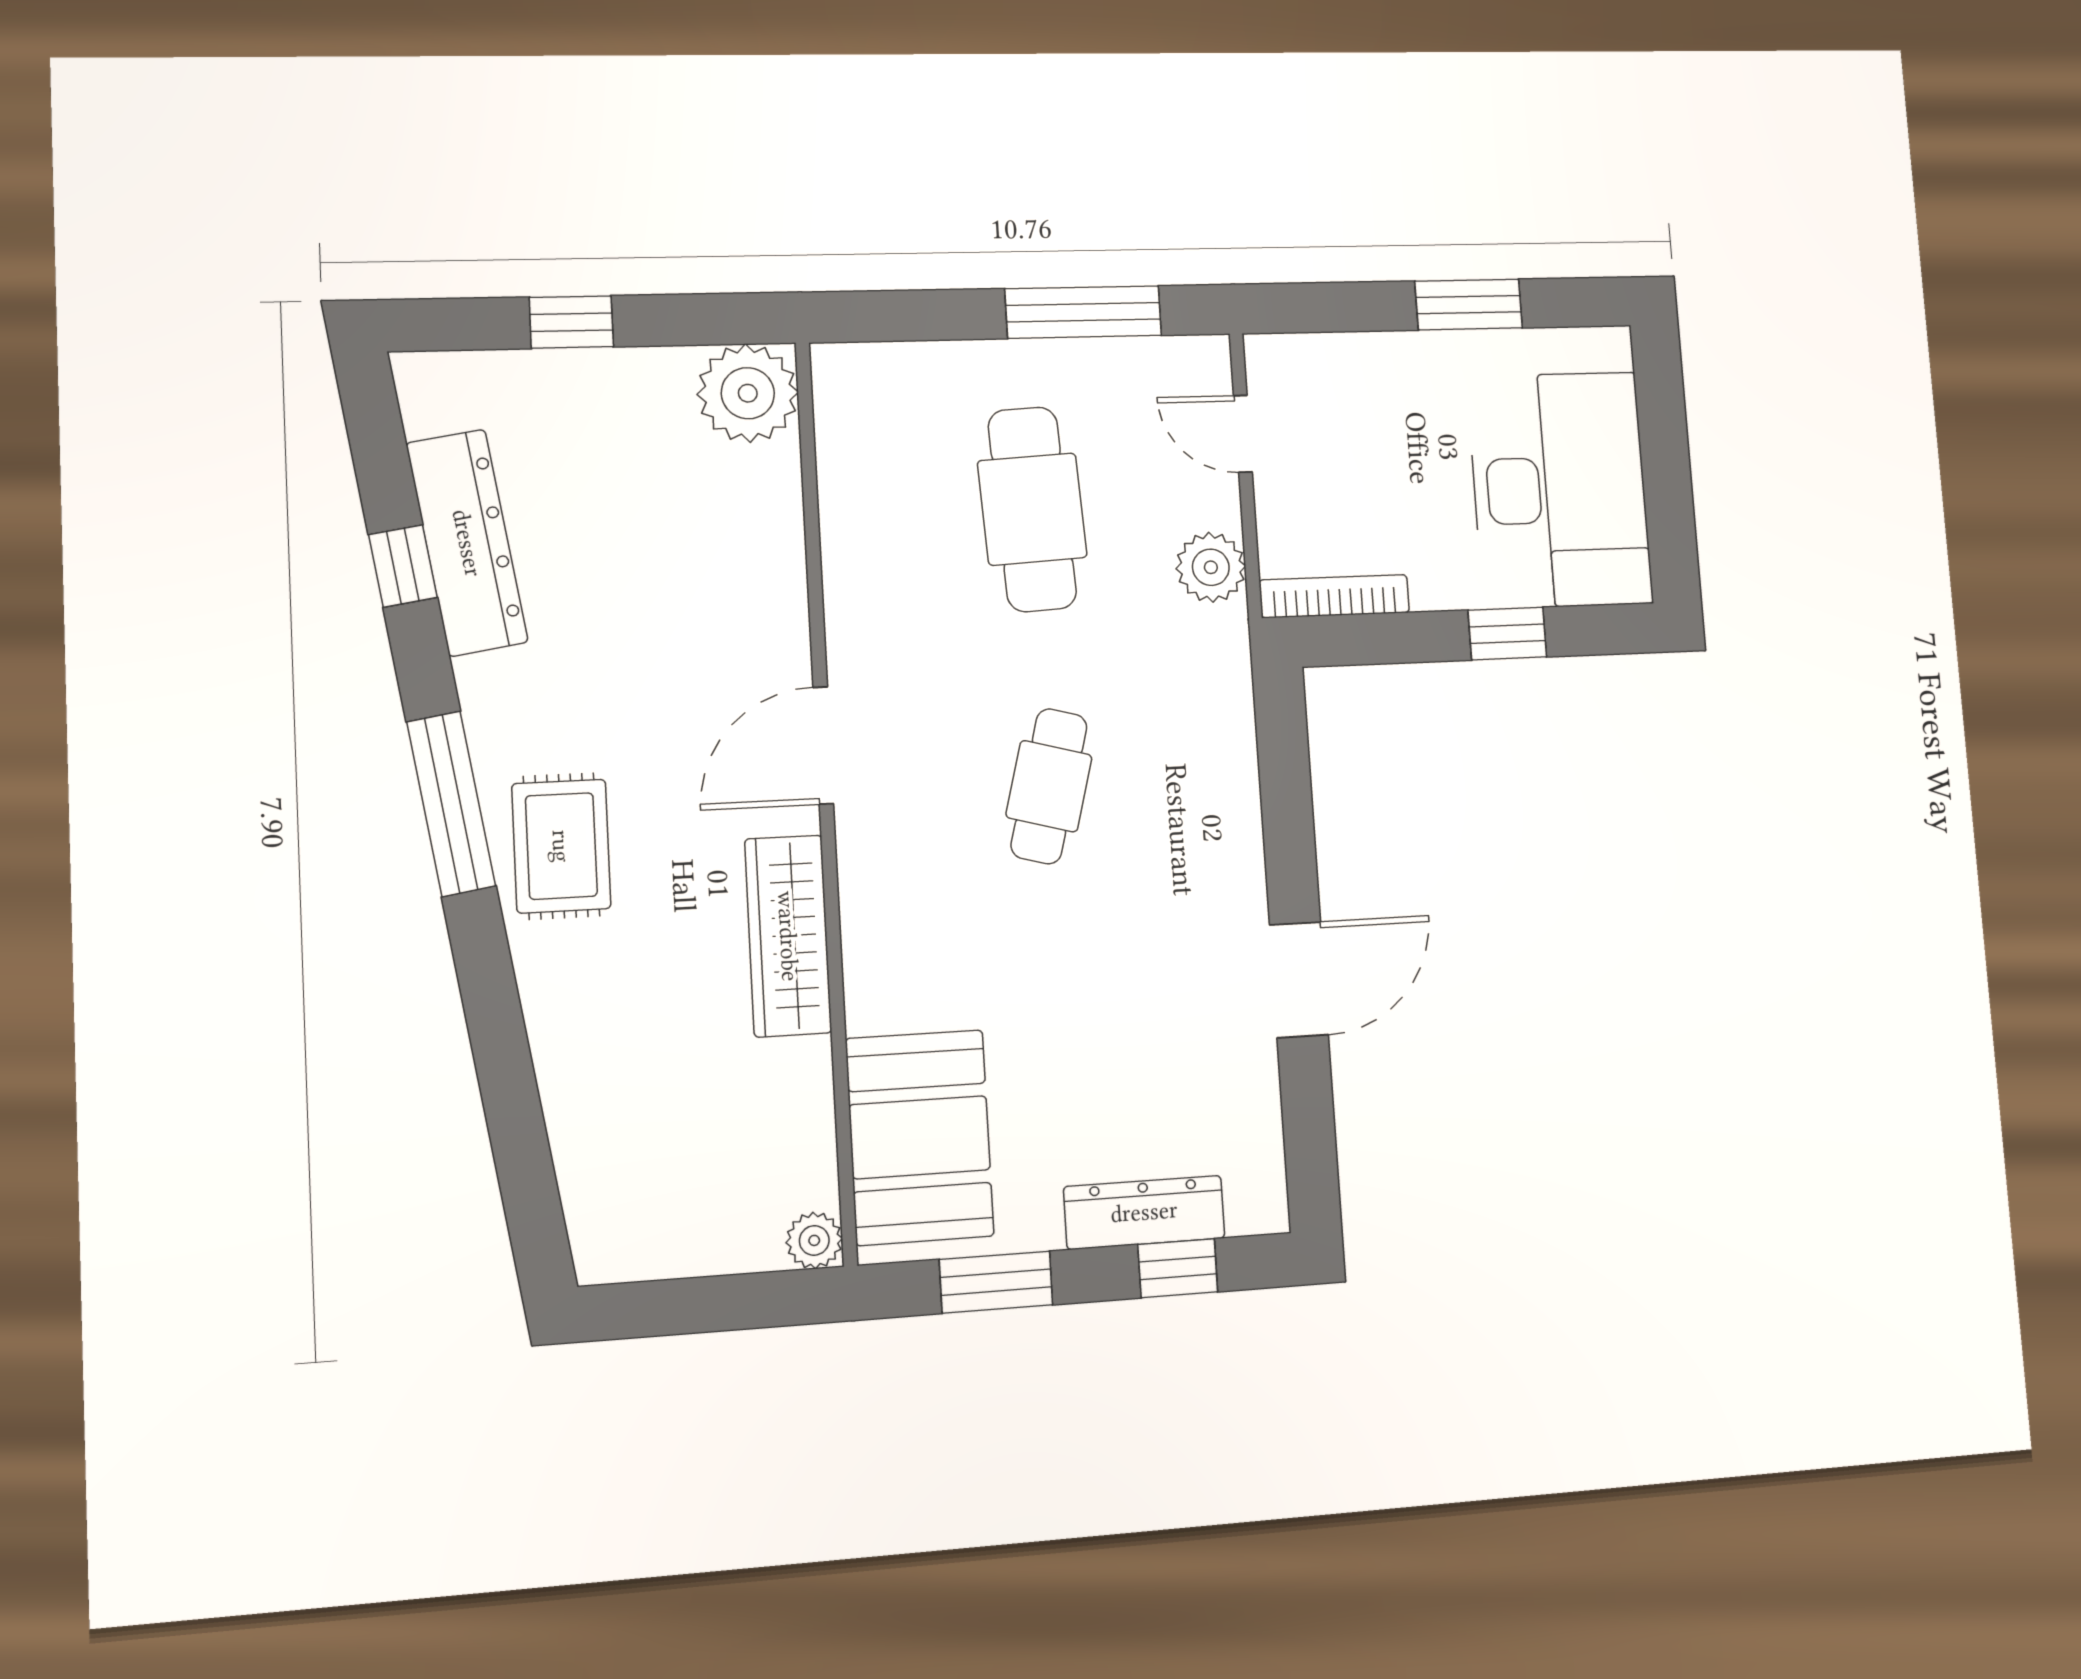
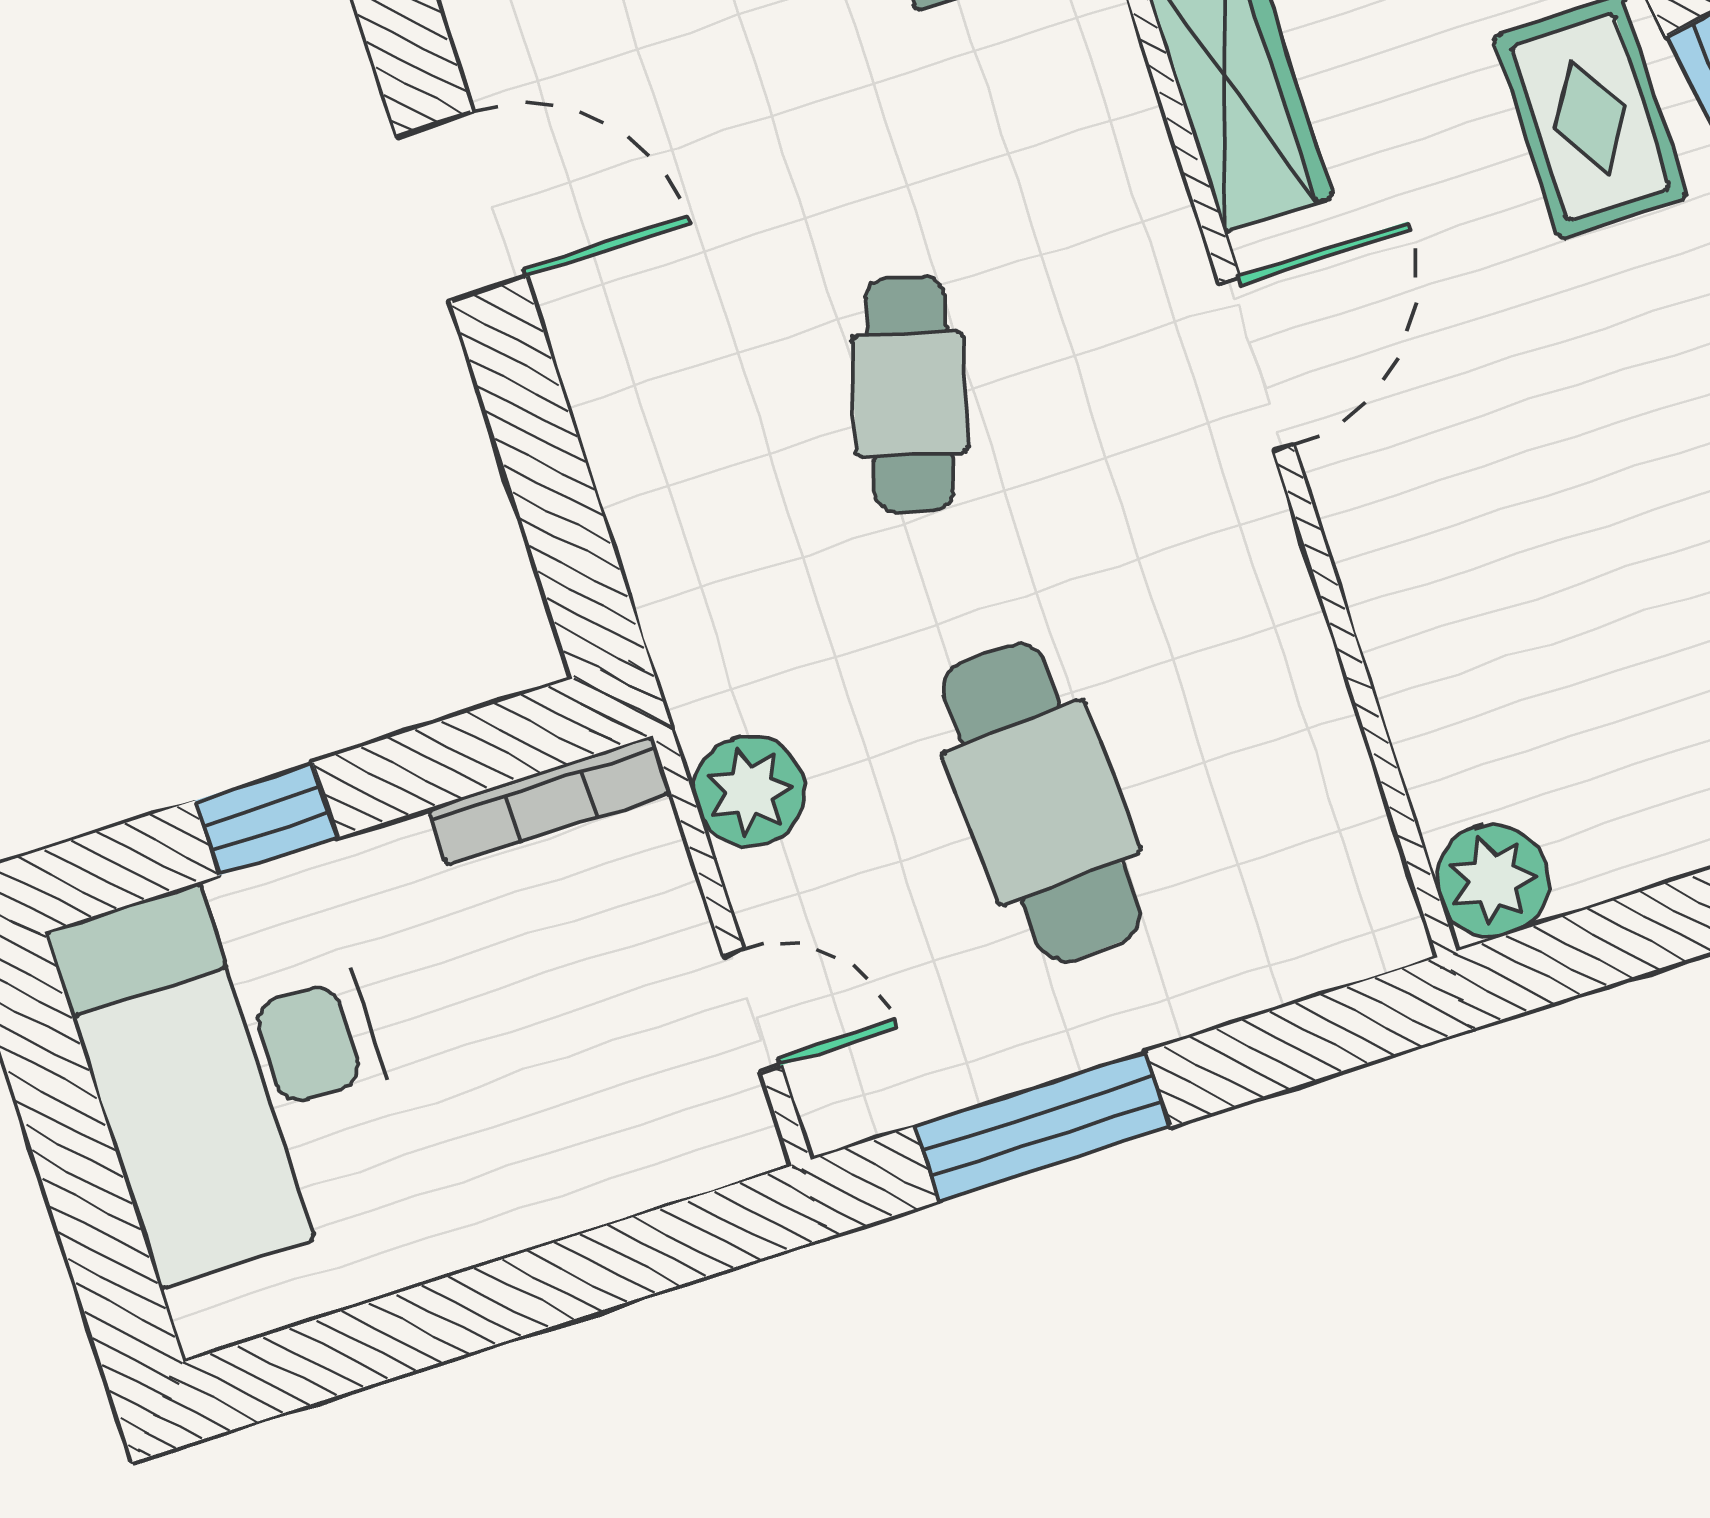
window: (1469, 305) -> (450, 1318), removed
plant: (748, 393) -> (1493, 881), width x0.73, depth x0.73
door: (1299, 980) -> (461, 206), swing flipped

